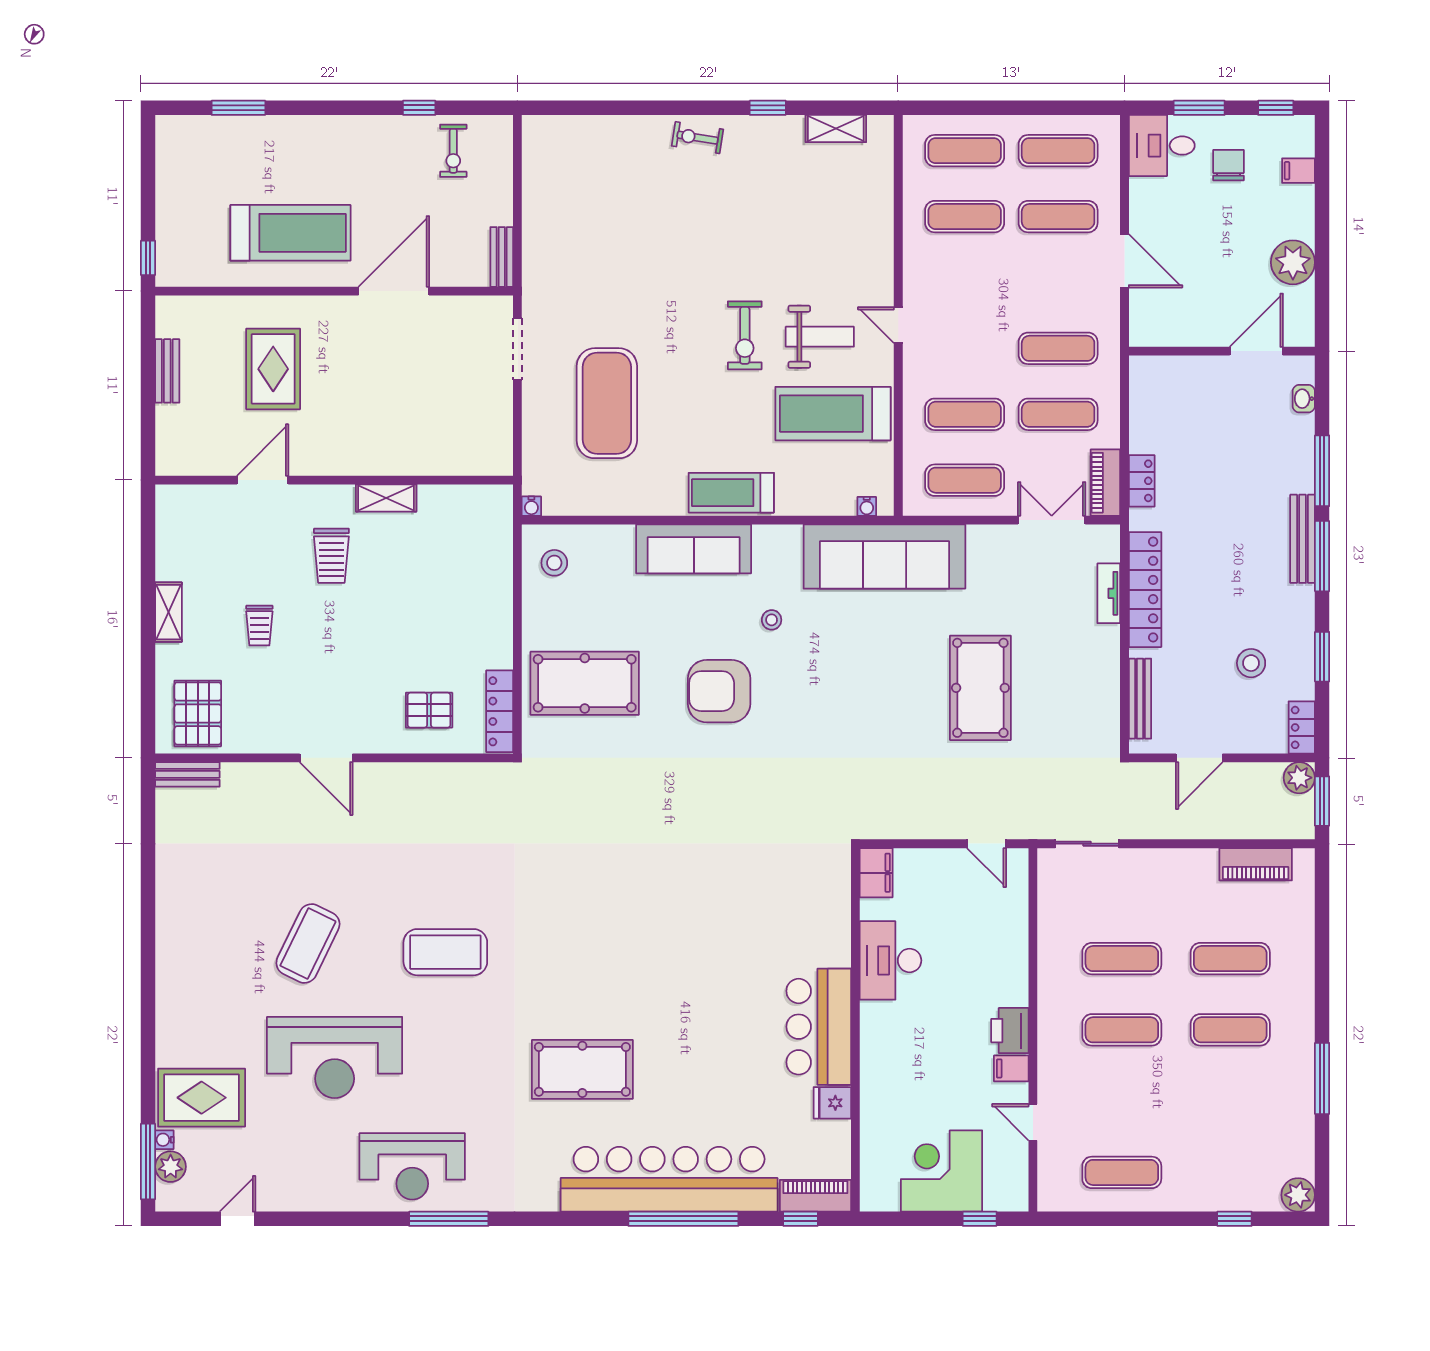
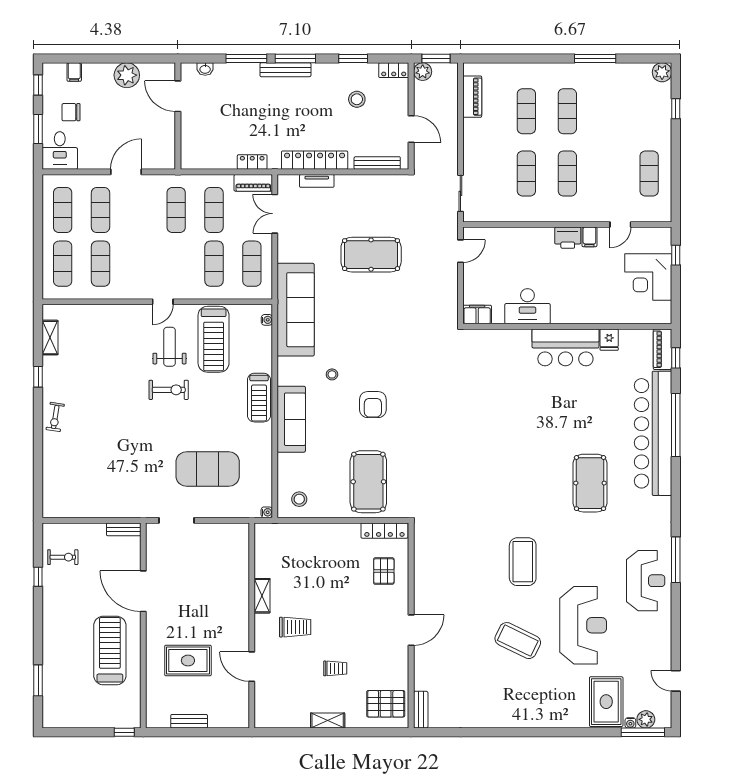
armchair: (719, 691) -> (373, 405), width x0.73, depth x0.73

